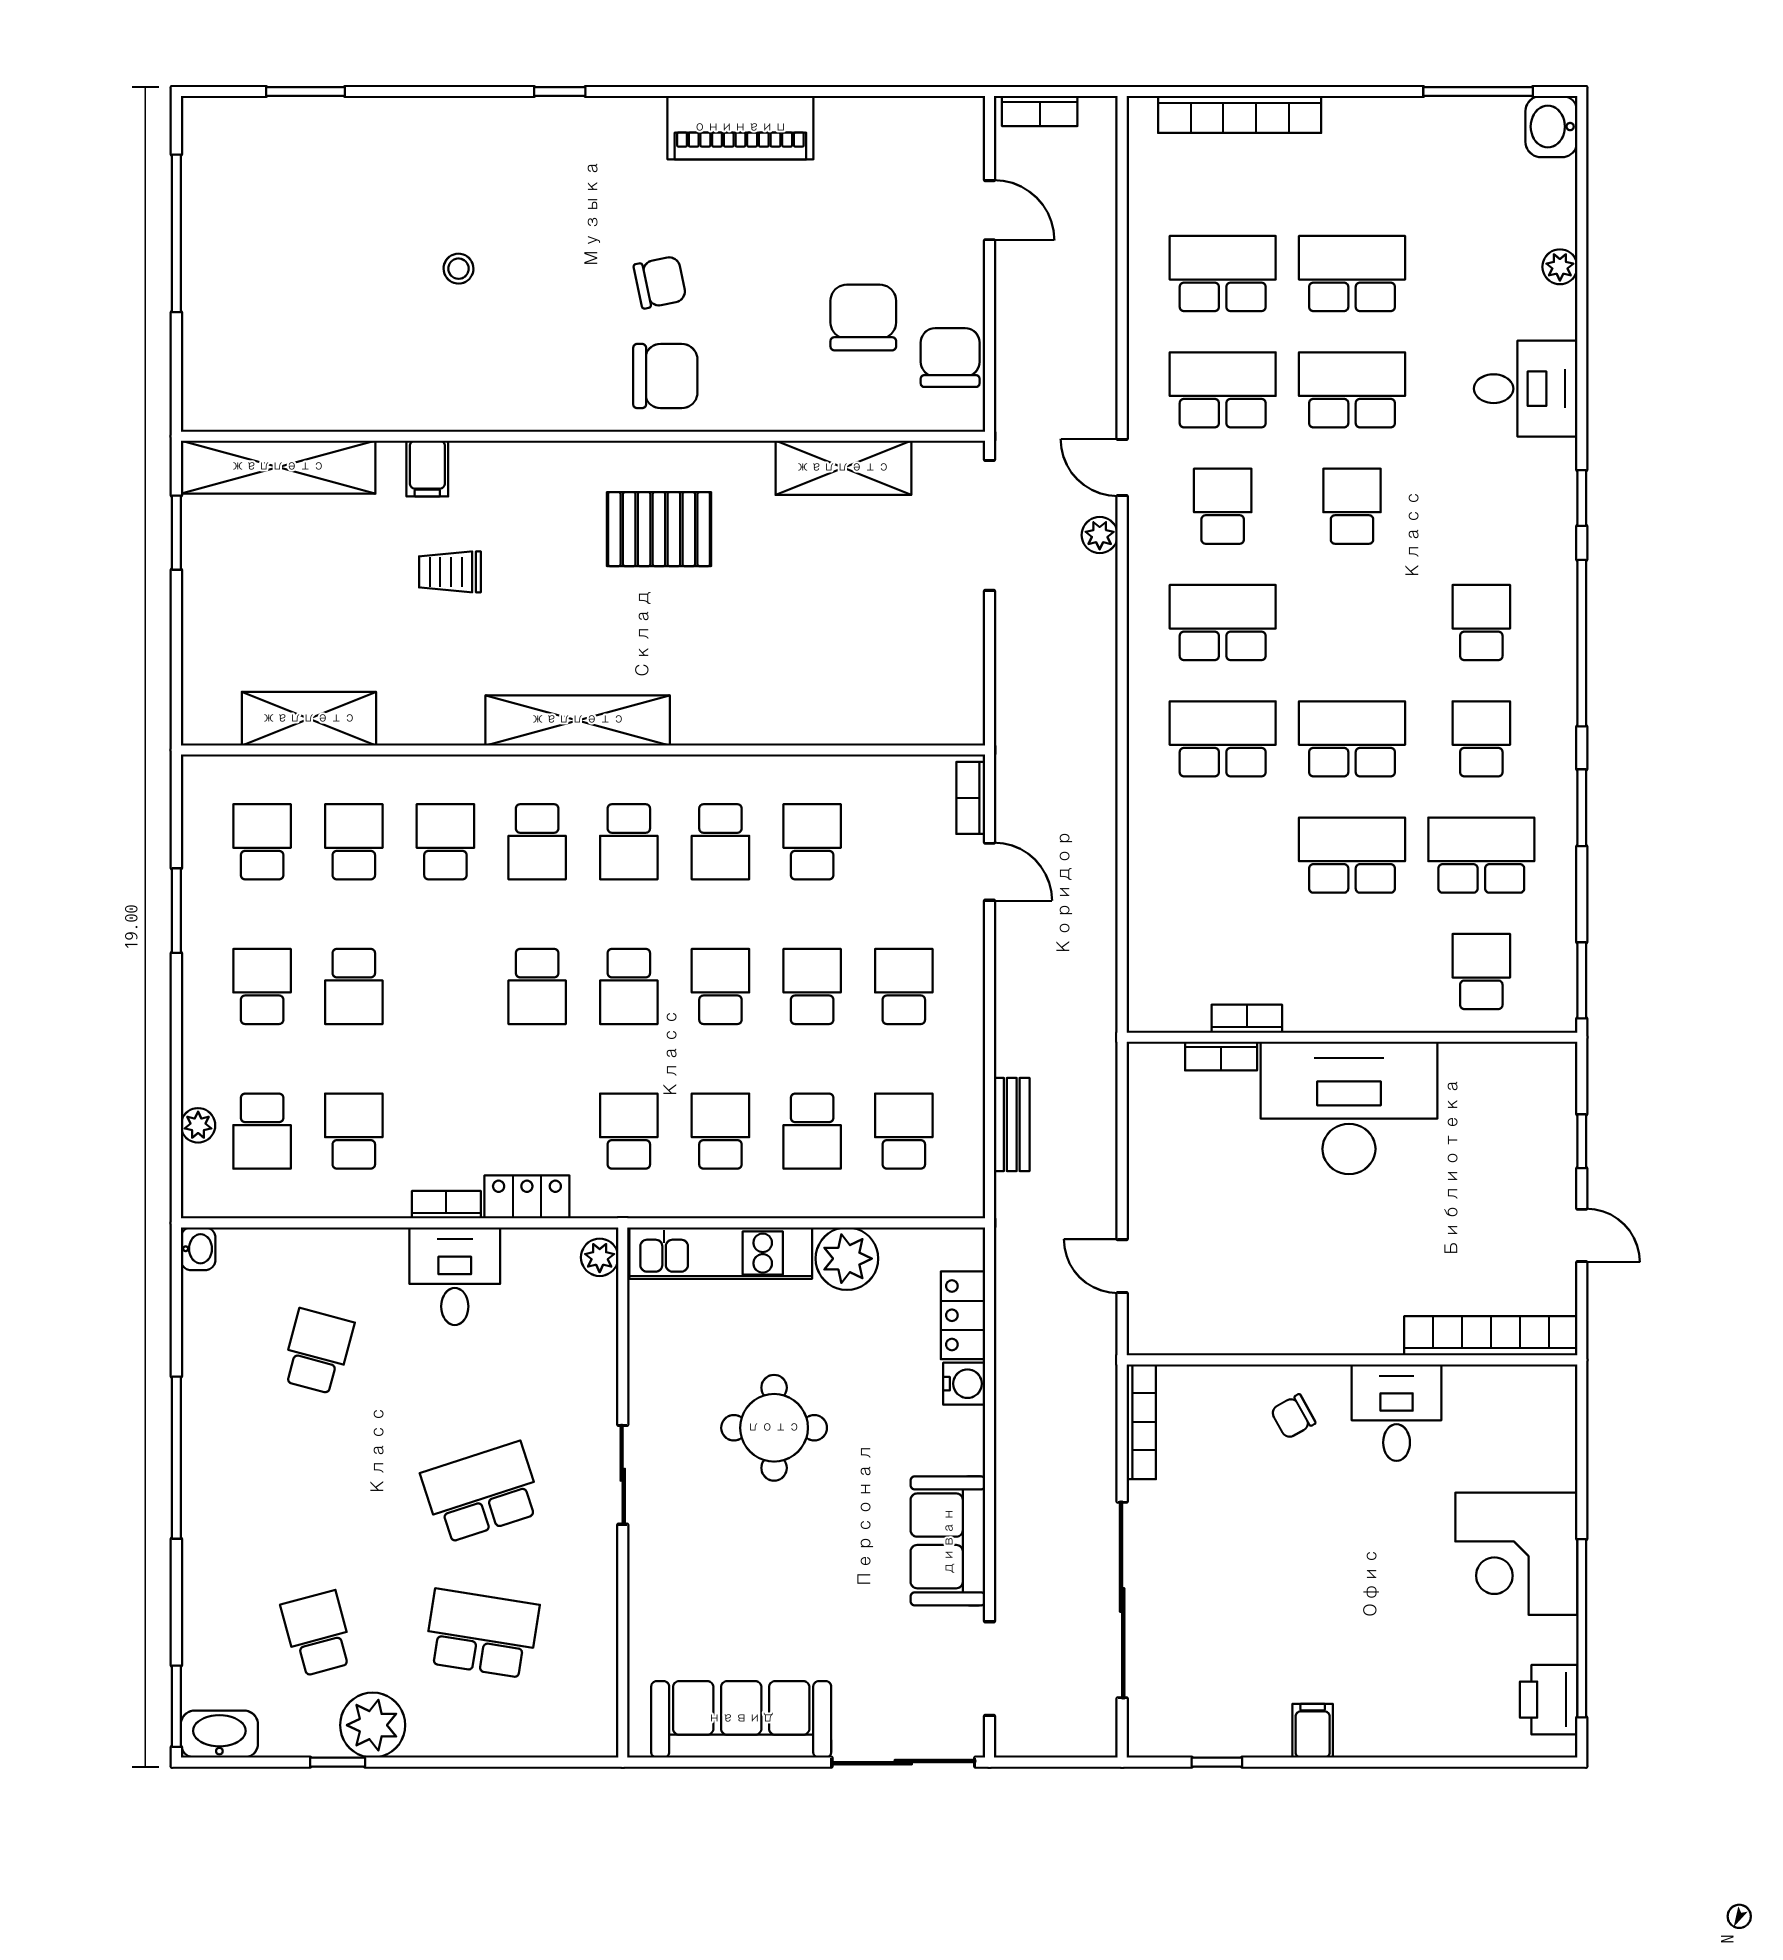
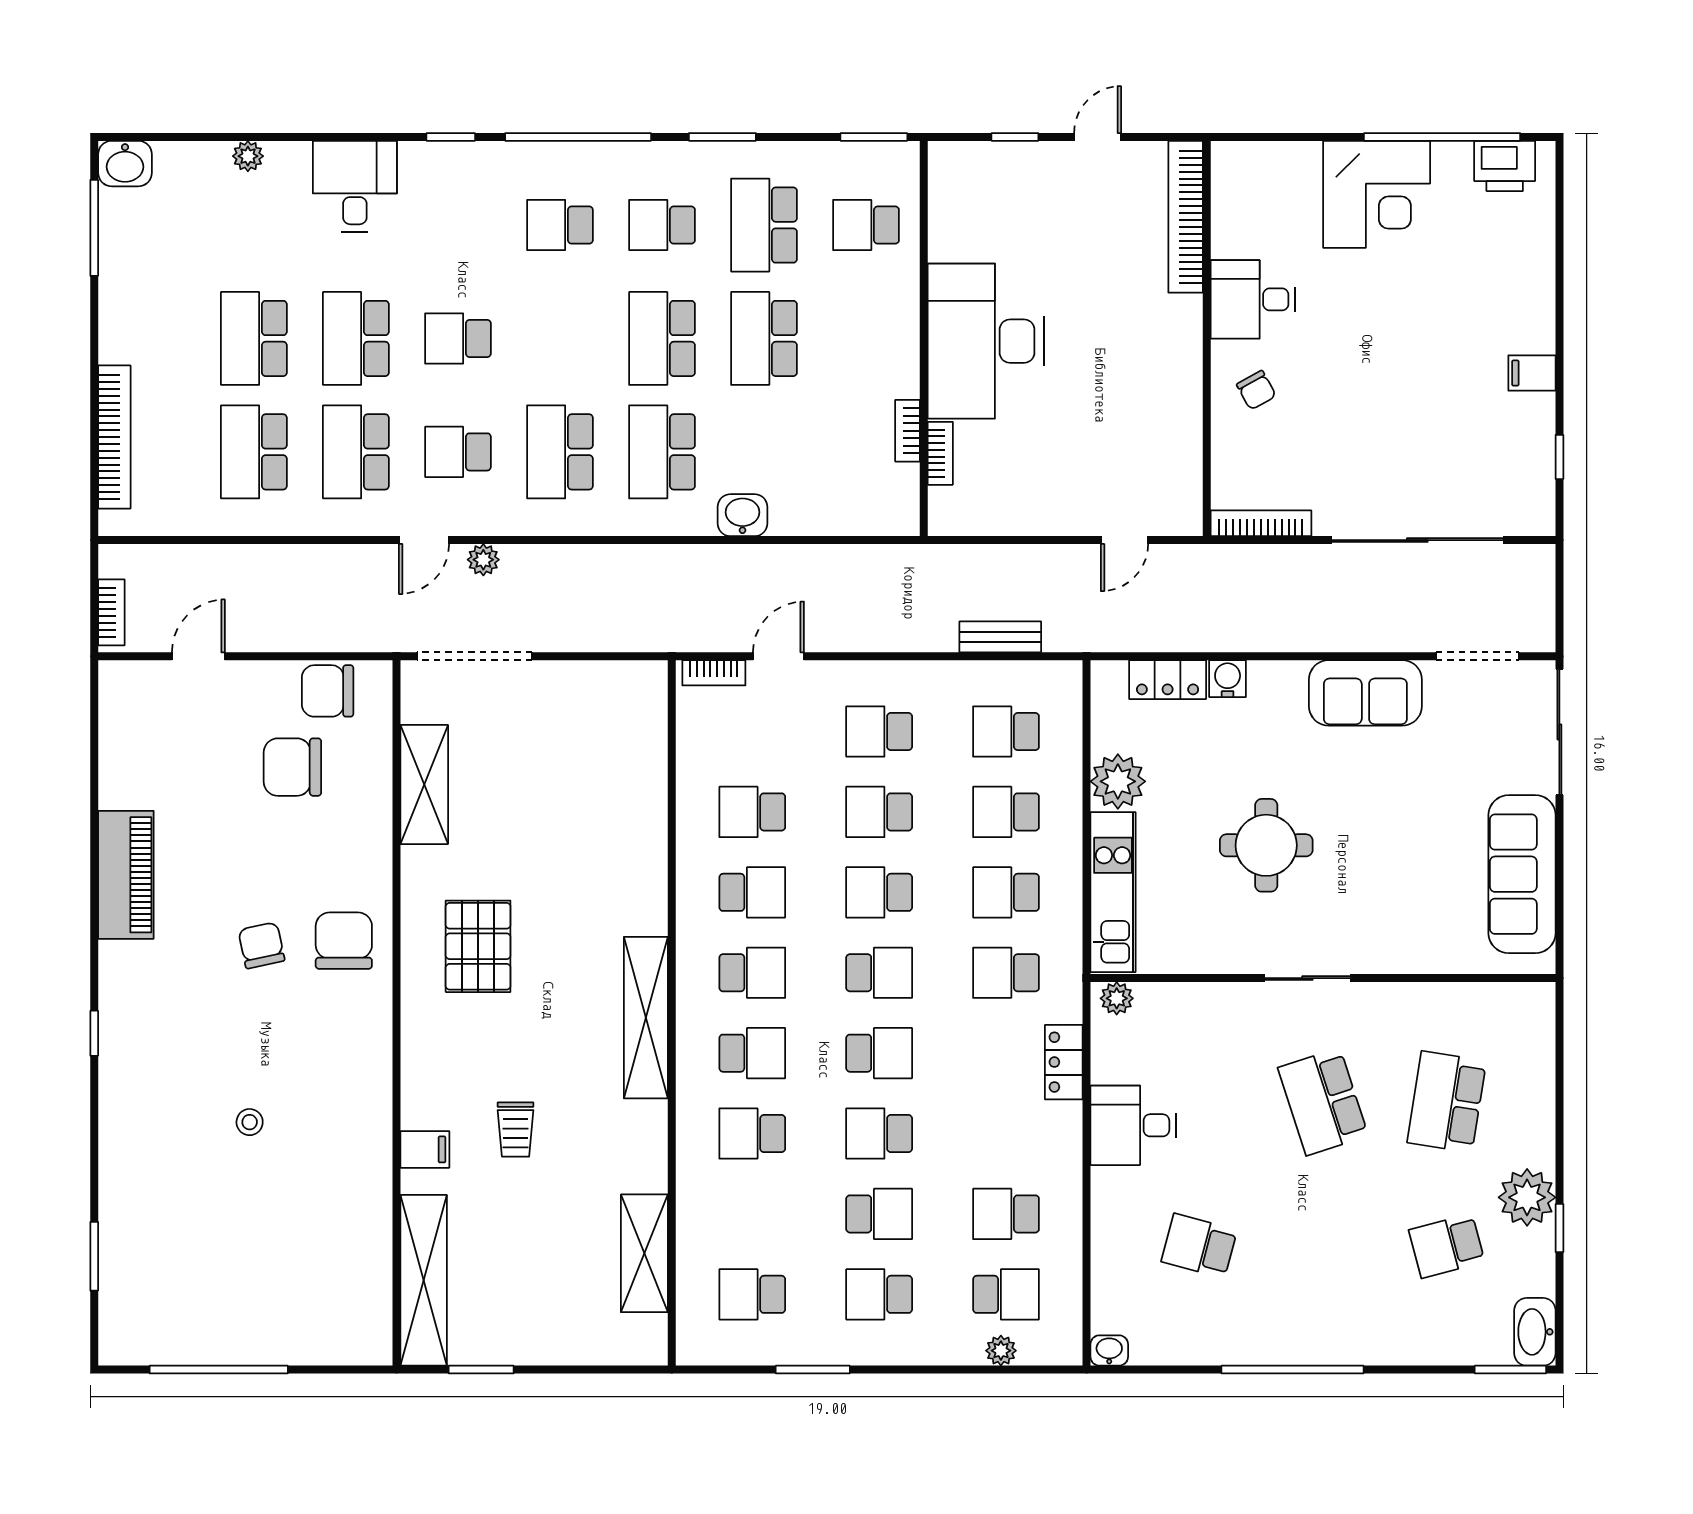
washbasin: (1151, 831) -> (742, 515), added
school desk: (354, 842) -> (879, 1134), moved
school desk: (812, 1131) -> (1006, 812), turned 180
bookcase: (446, 1205) -> (1071, 1133), removed

